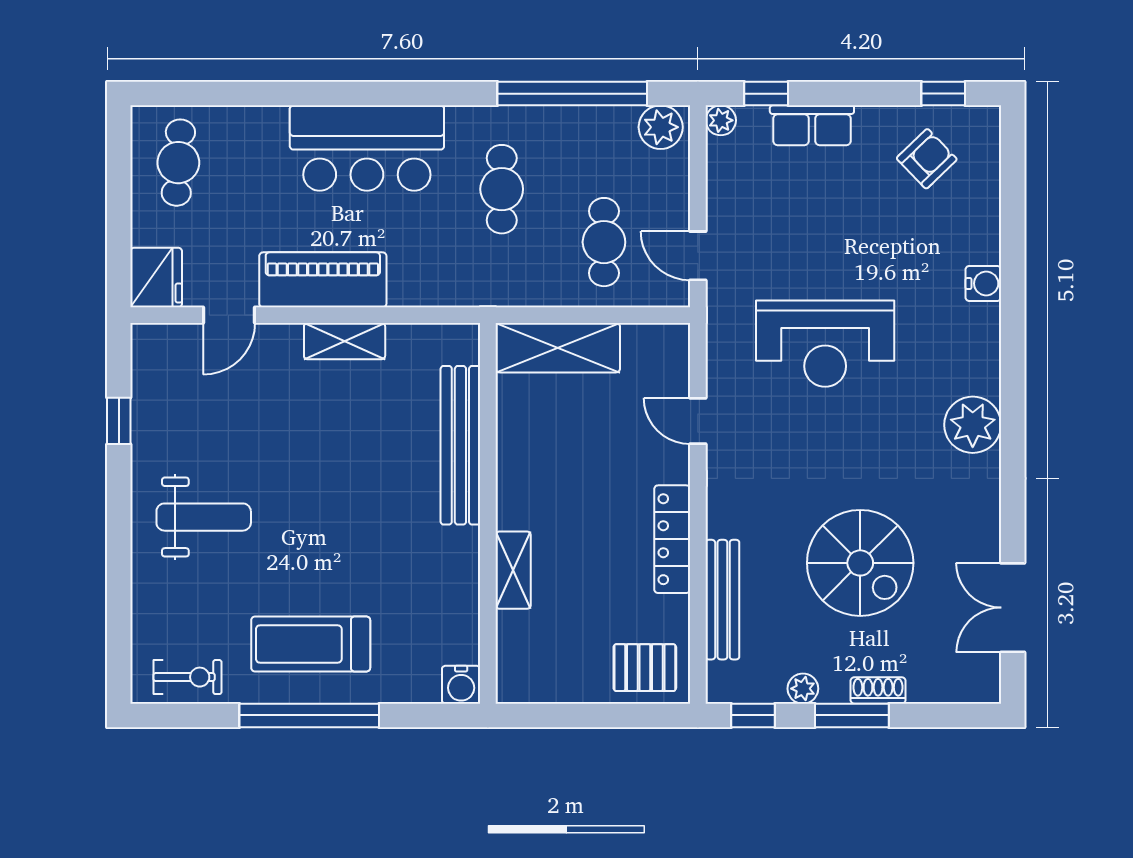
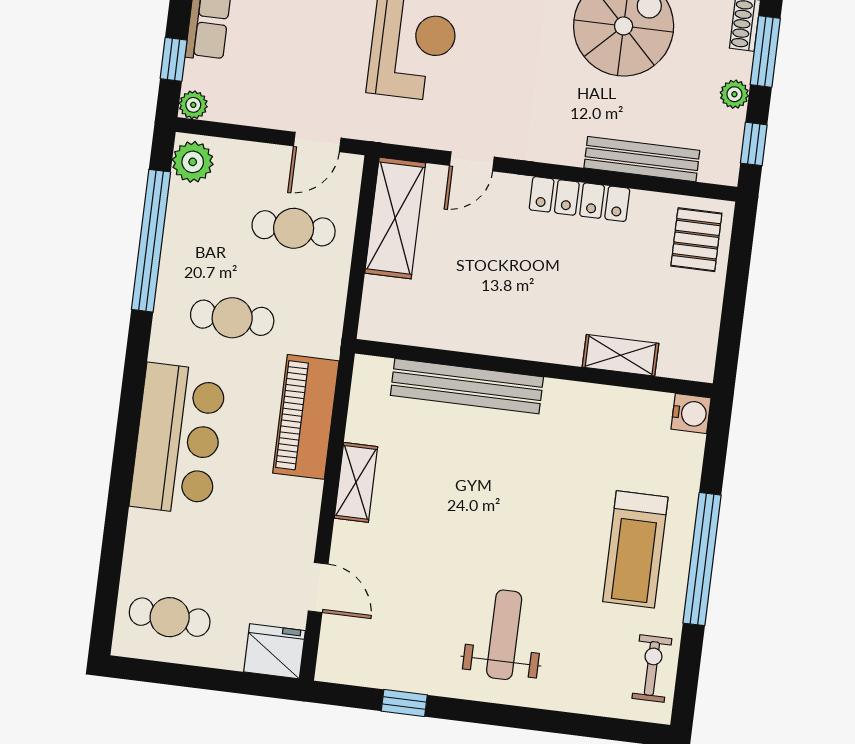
piano: (323, 280) -> (306, 417), moved
shelving: (558, 348) -> (395, 218), moved
shelving: (513, 570) -> (621, 355), moved

